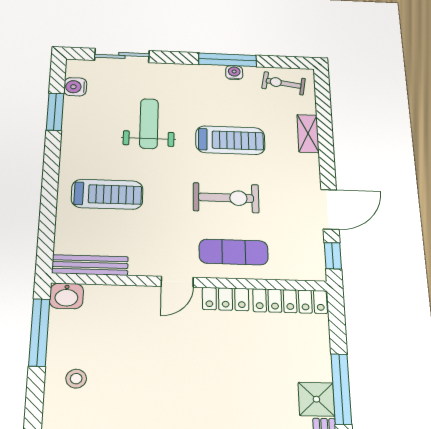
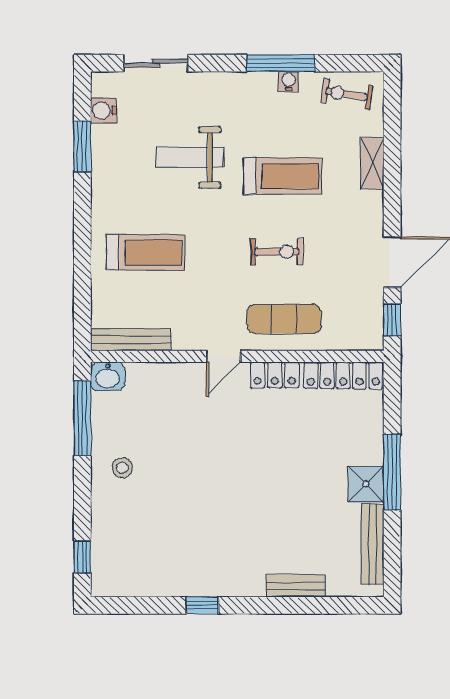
weight bench: (149, 124) -> (190, 158), turned -90
exercise bike: (226, 198) -> (277, 252), width x0.73, depth x0.72

